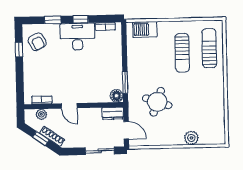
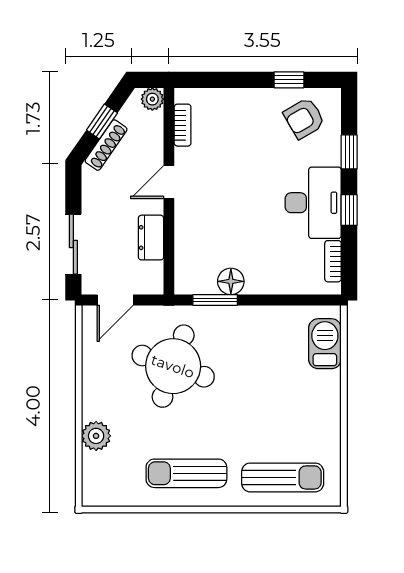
sun lounger: (182, 53) -> (186, 473), moved
floor lamp: (117, 96) -> (231, 281), moved
round table: (157, 102) -> (173, 366), width x1.36, depth x1.36
dresser: (113, 113) -> (151, 238), moved
plant: (41, 114) -> (152, 99), moved

